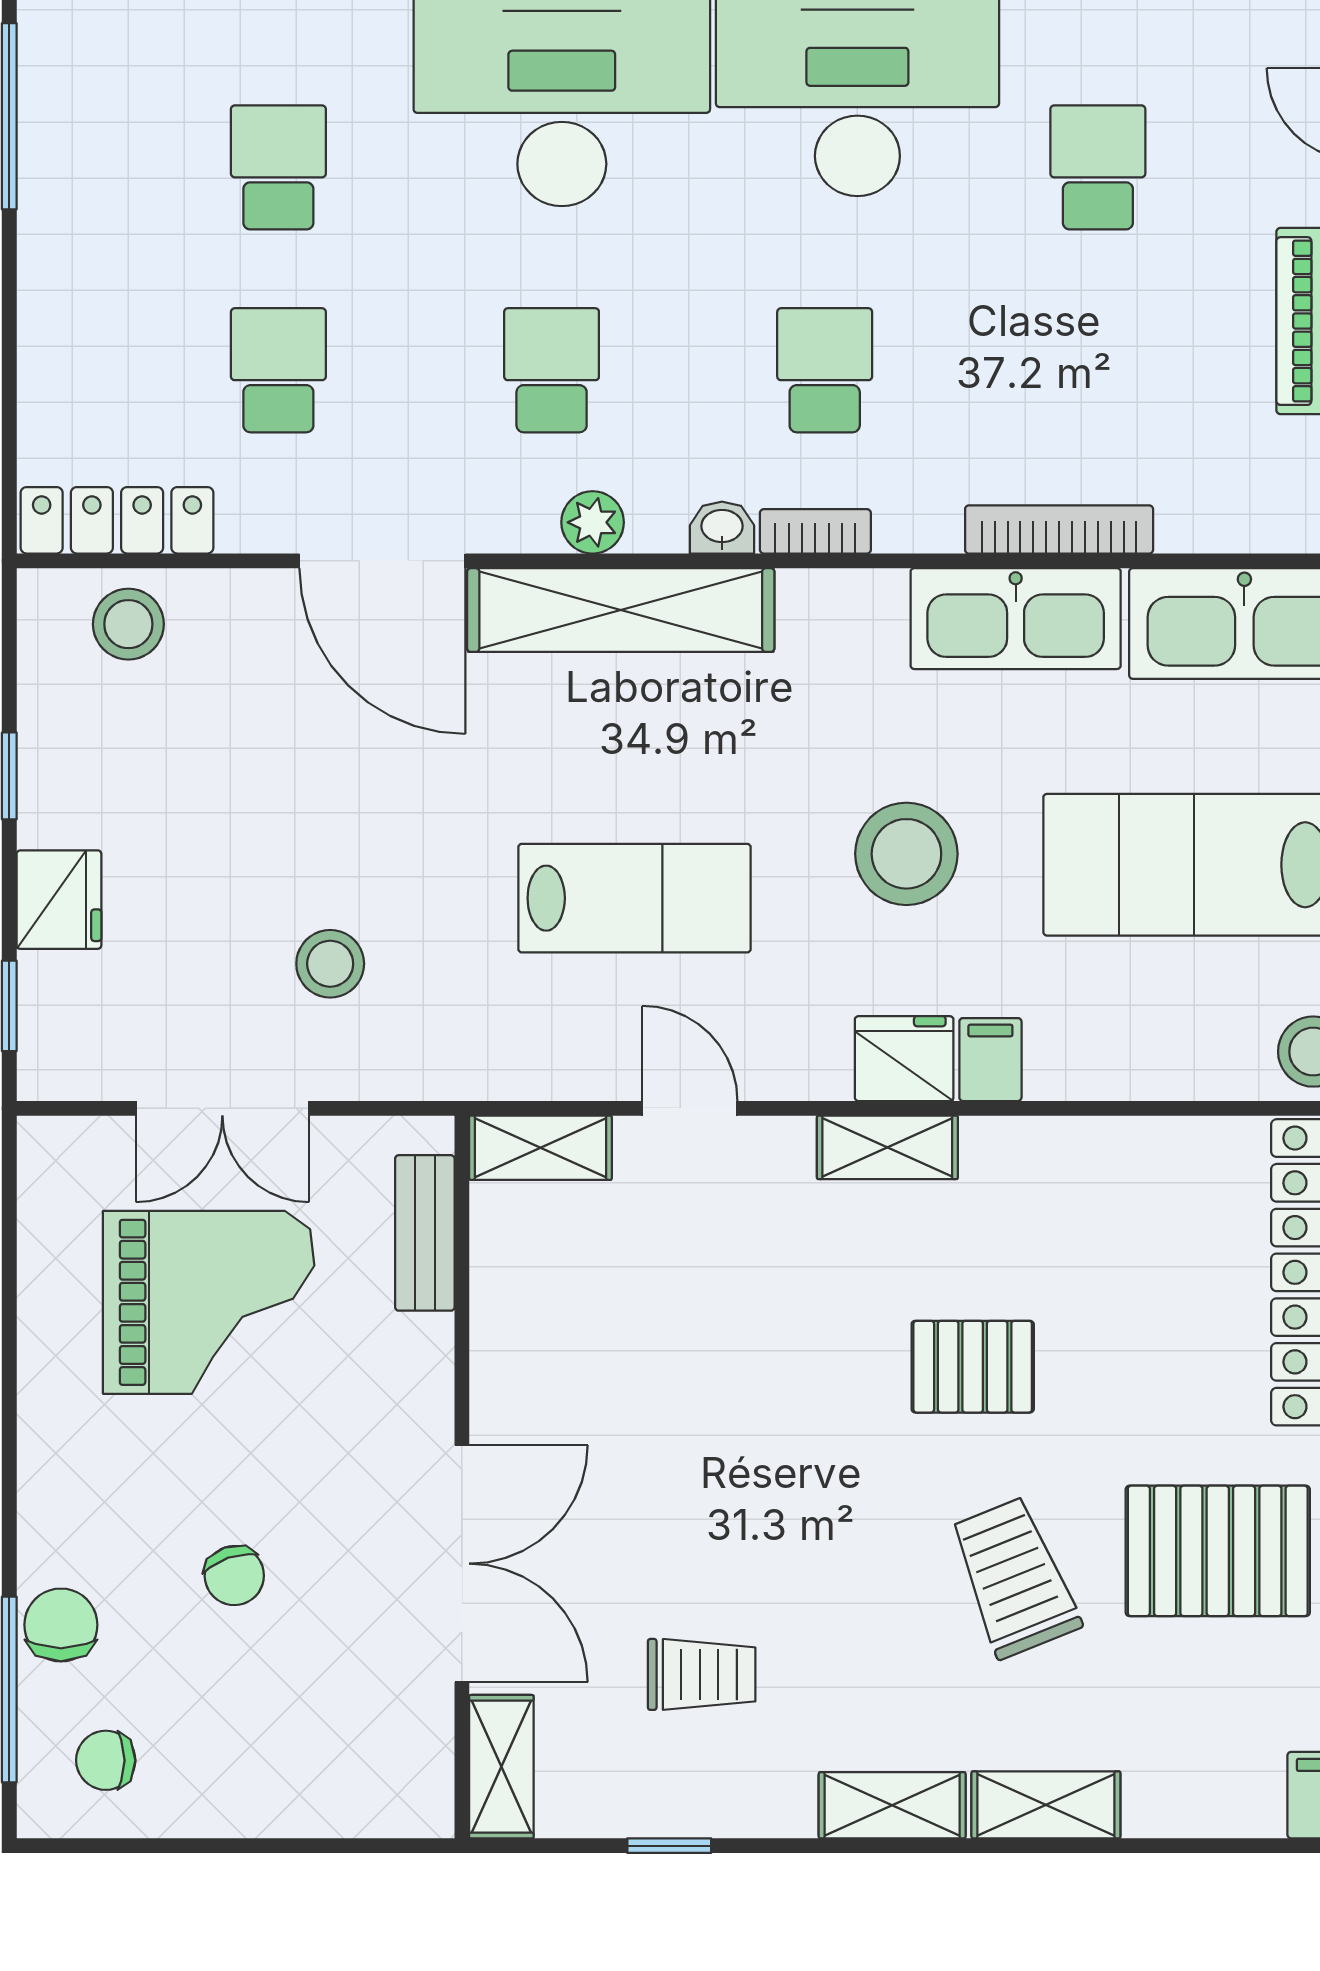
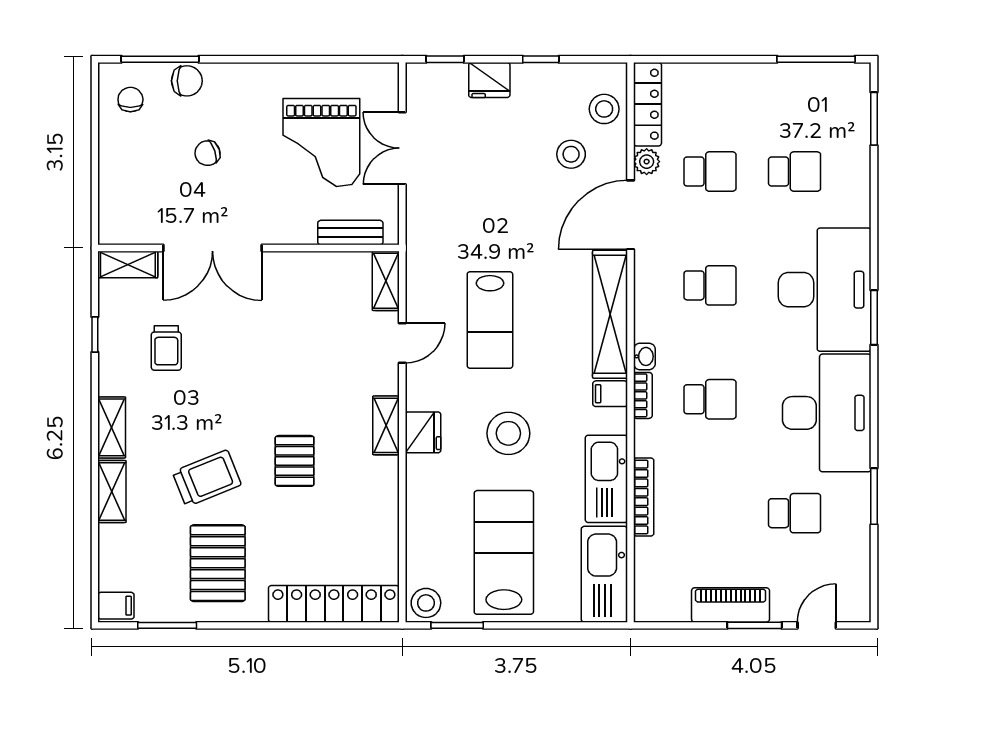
plant: (593, 522) -> (647, 162), moved
stool: (330, 964) -> (571, 154), moved
filing cabinet: (990, 1060) -> (610, 394), moved, turned 180

